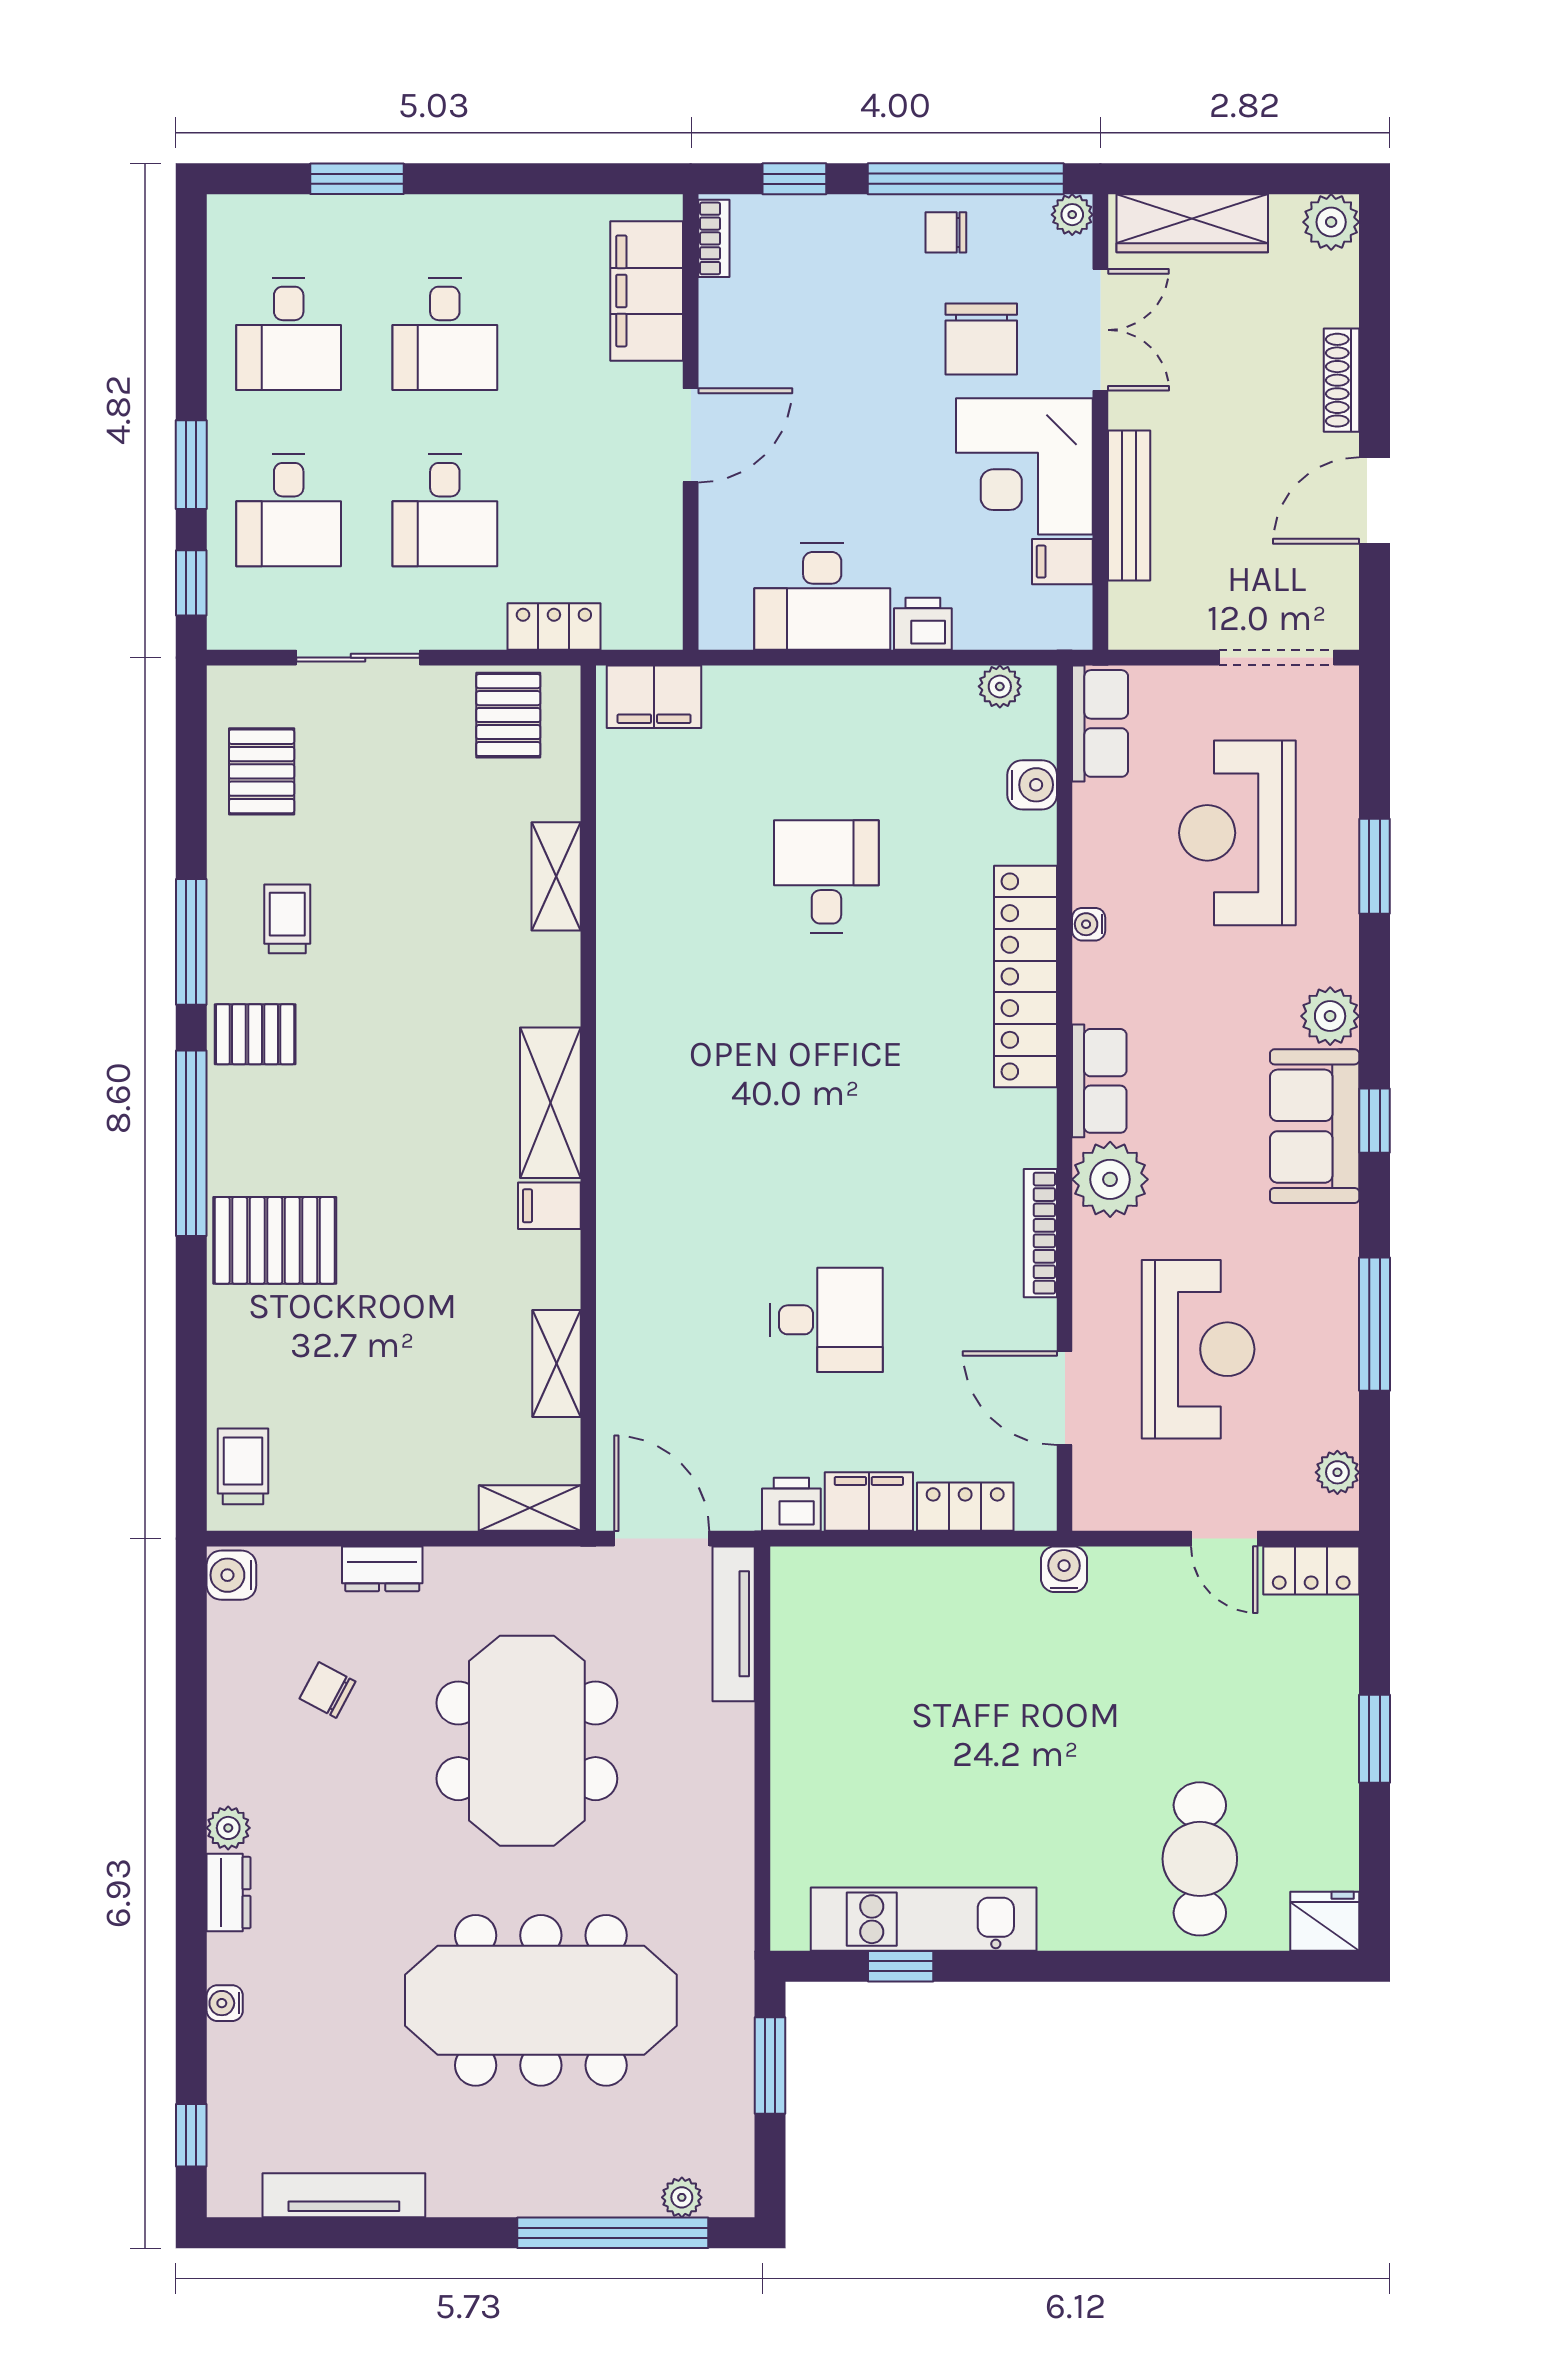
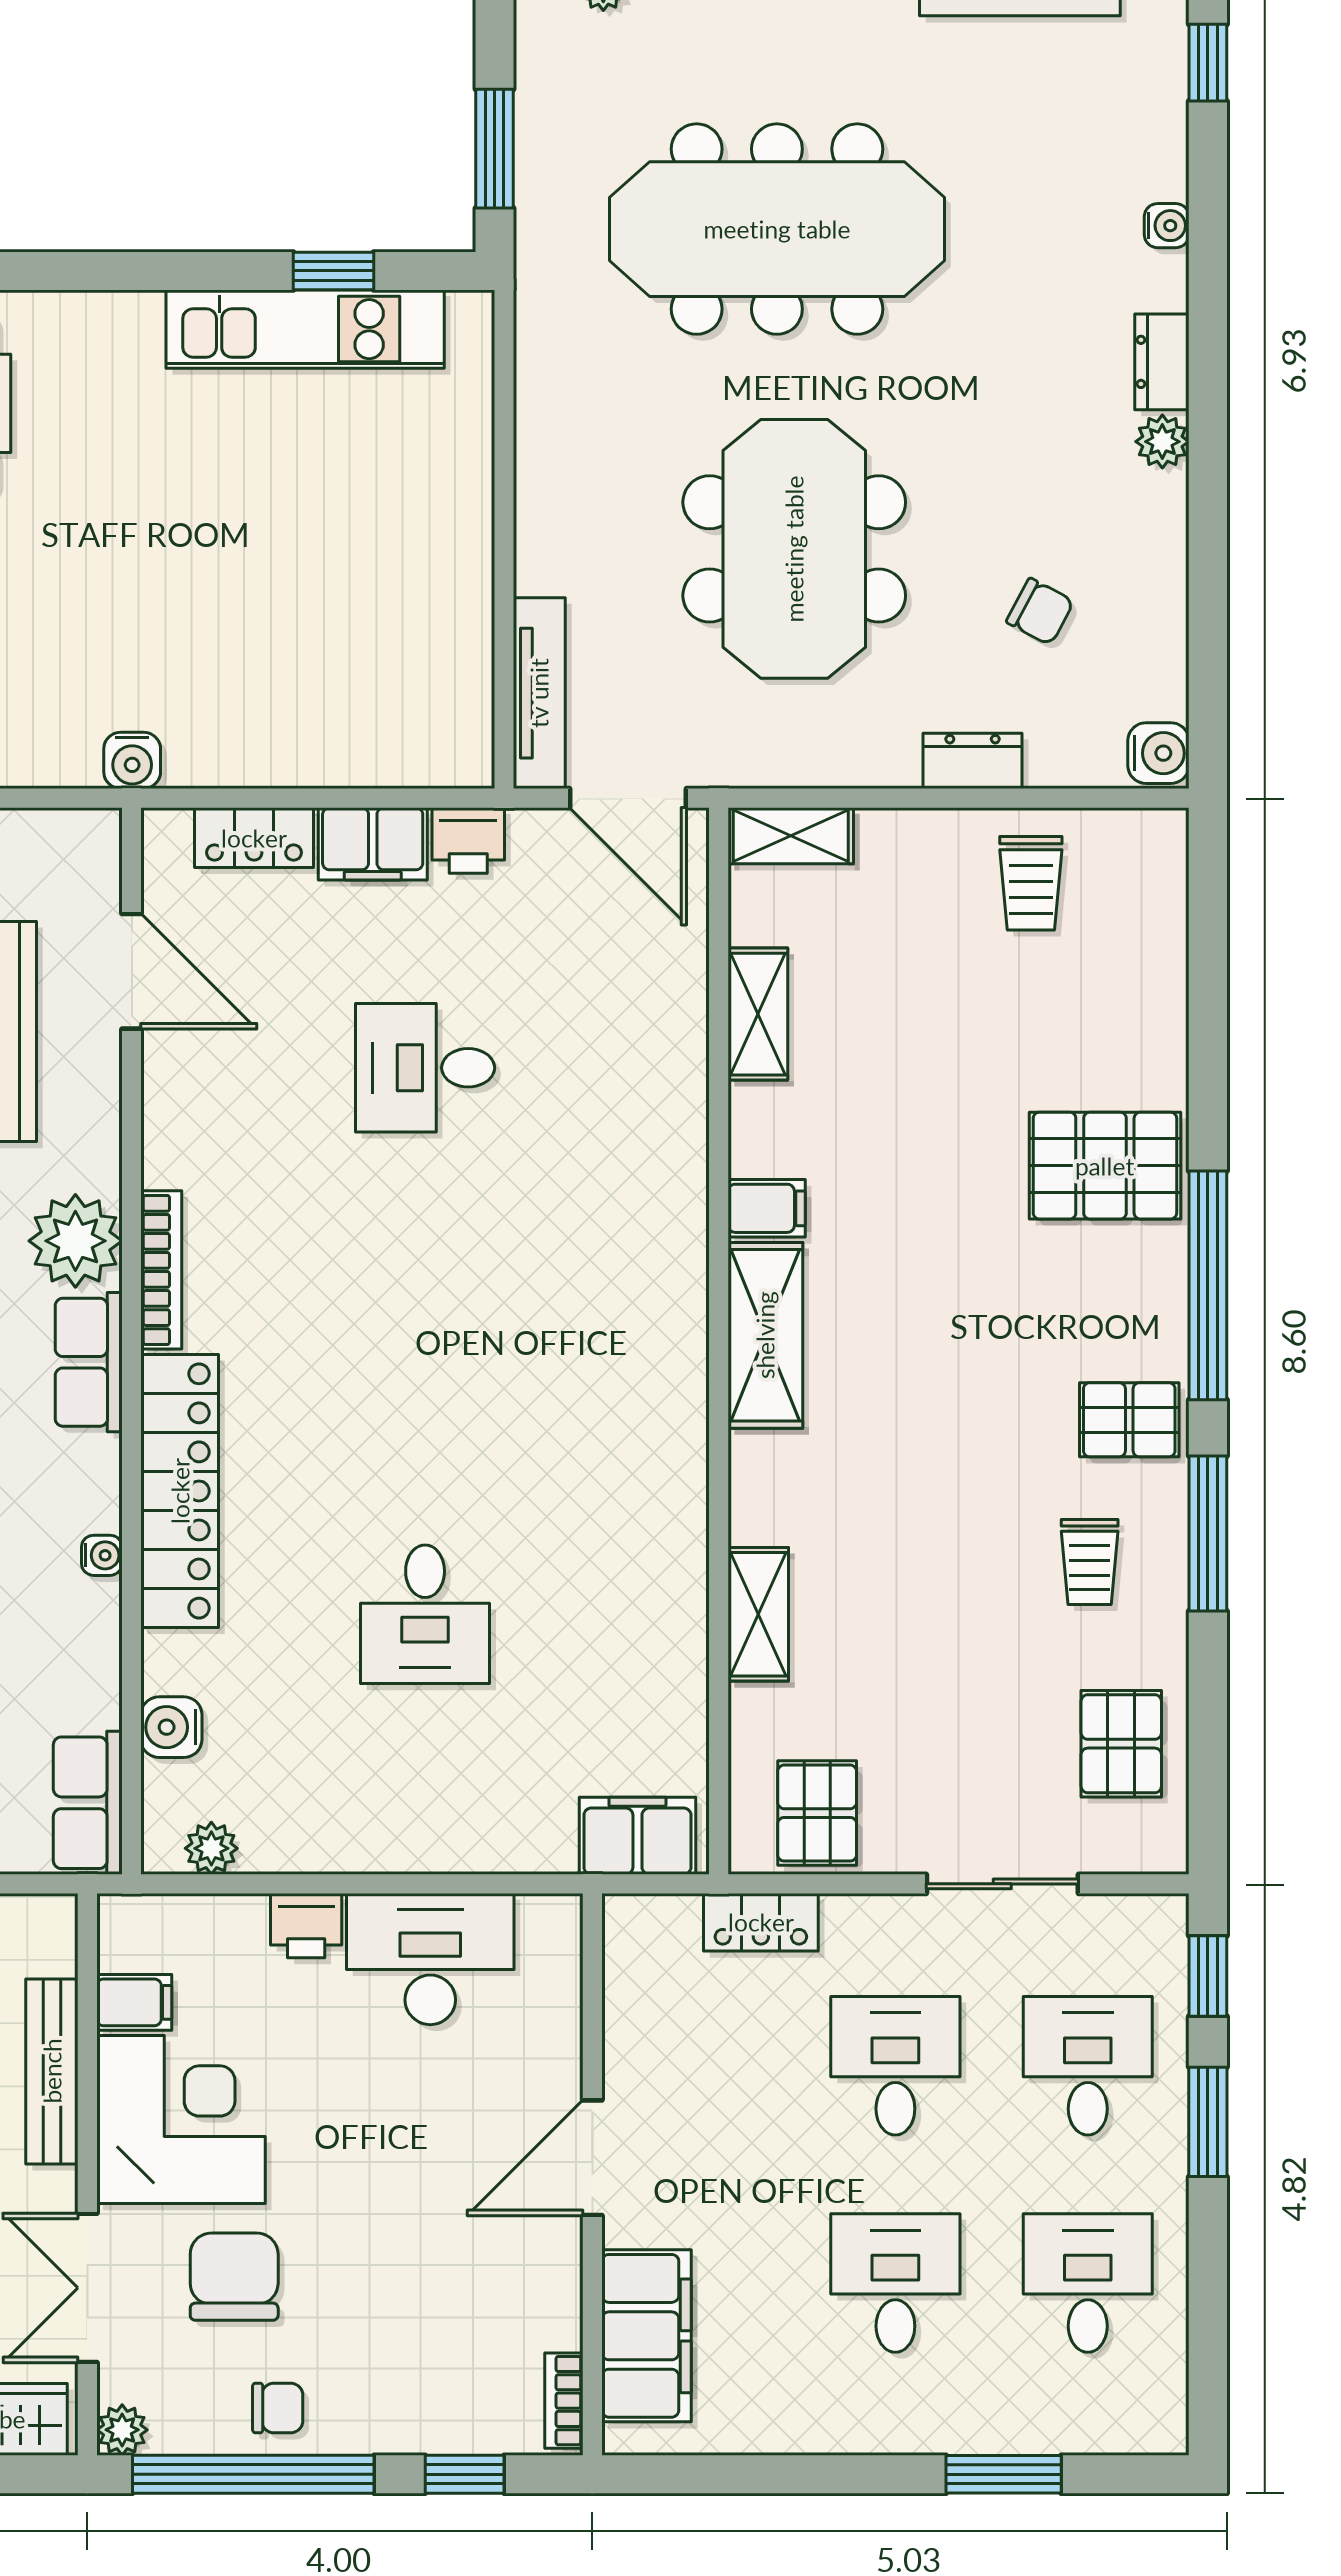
bookcase: (1040, 1233) -> (161, 1270), moved
trolley: (243, 1466) -> (1031, 883), moved

